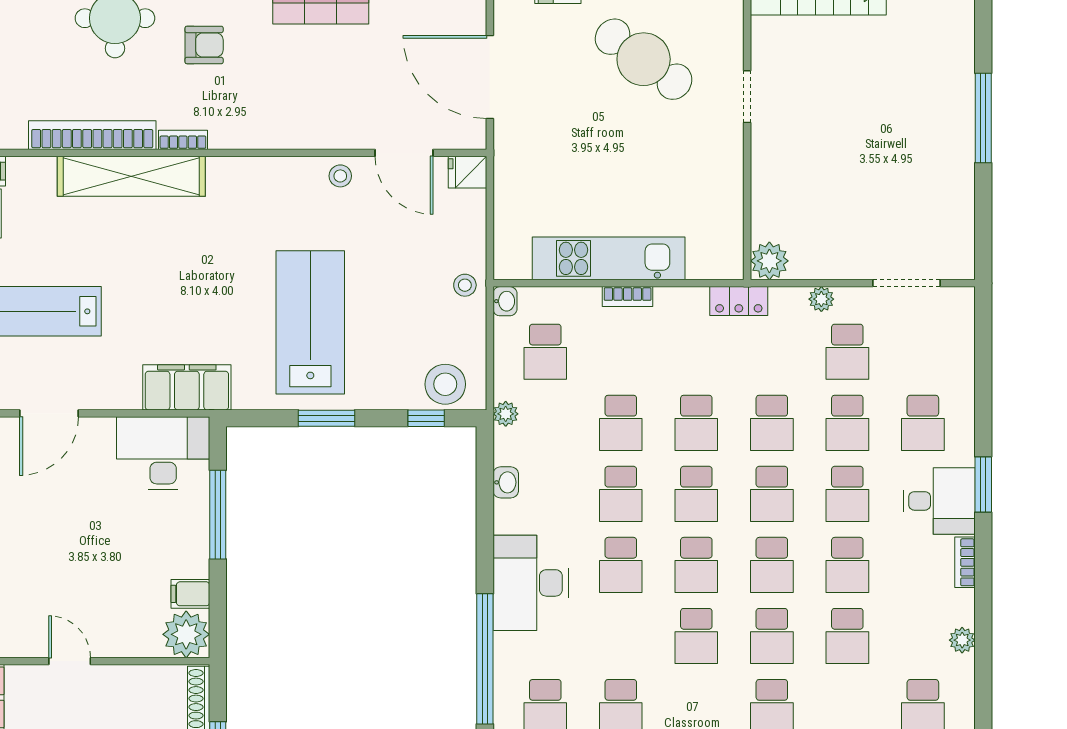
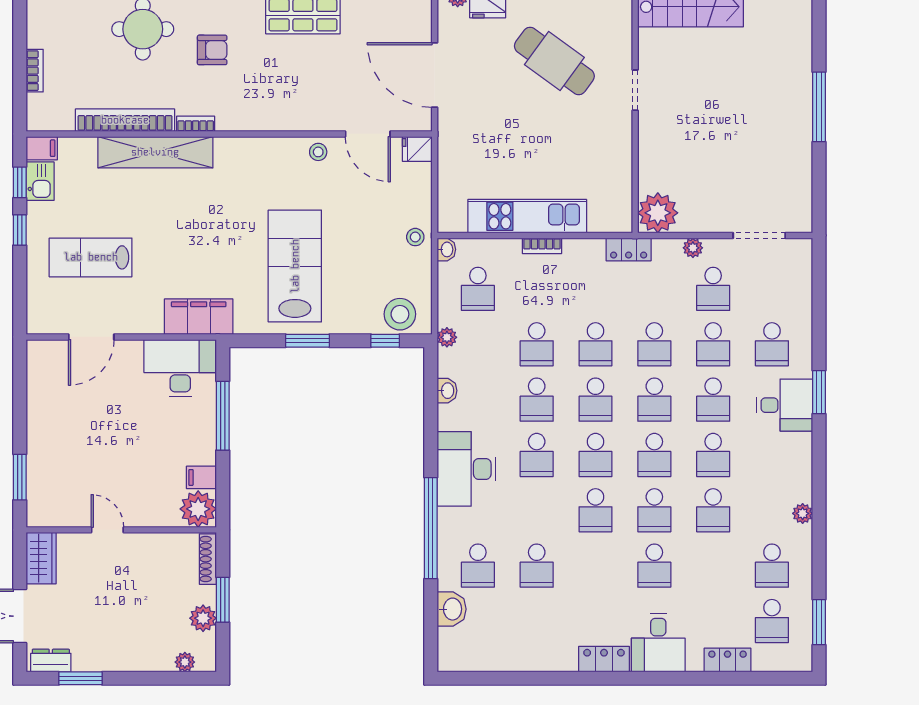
plant: (769, 261) -> (658, 213), width x1.36, depth x1.36
bookcase: (965, 562) -> (805, 453), removed

